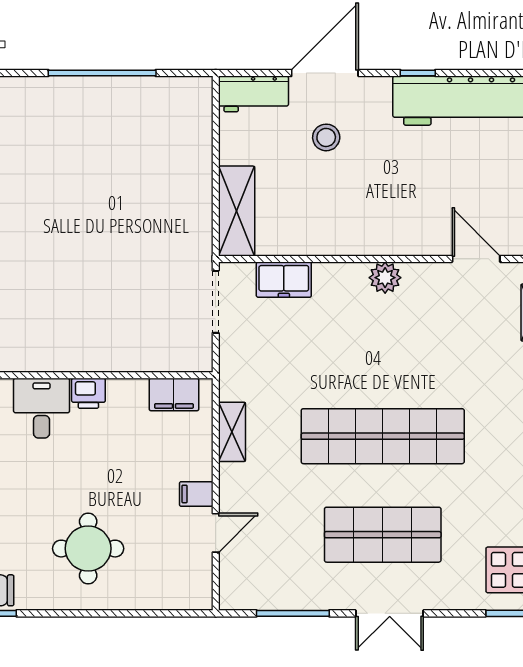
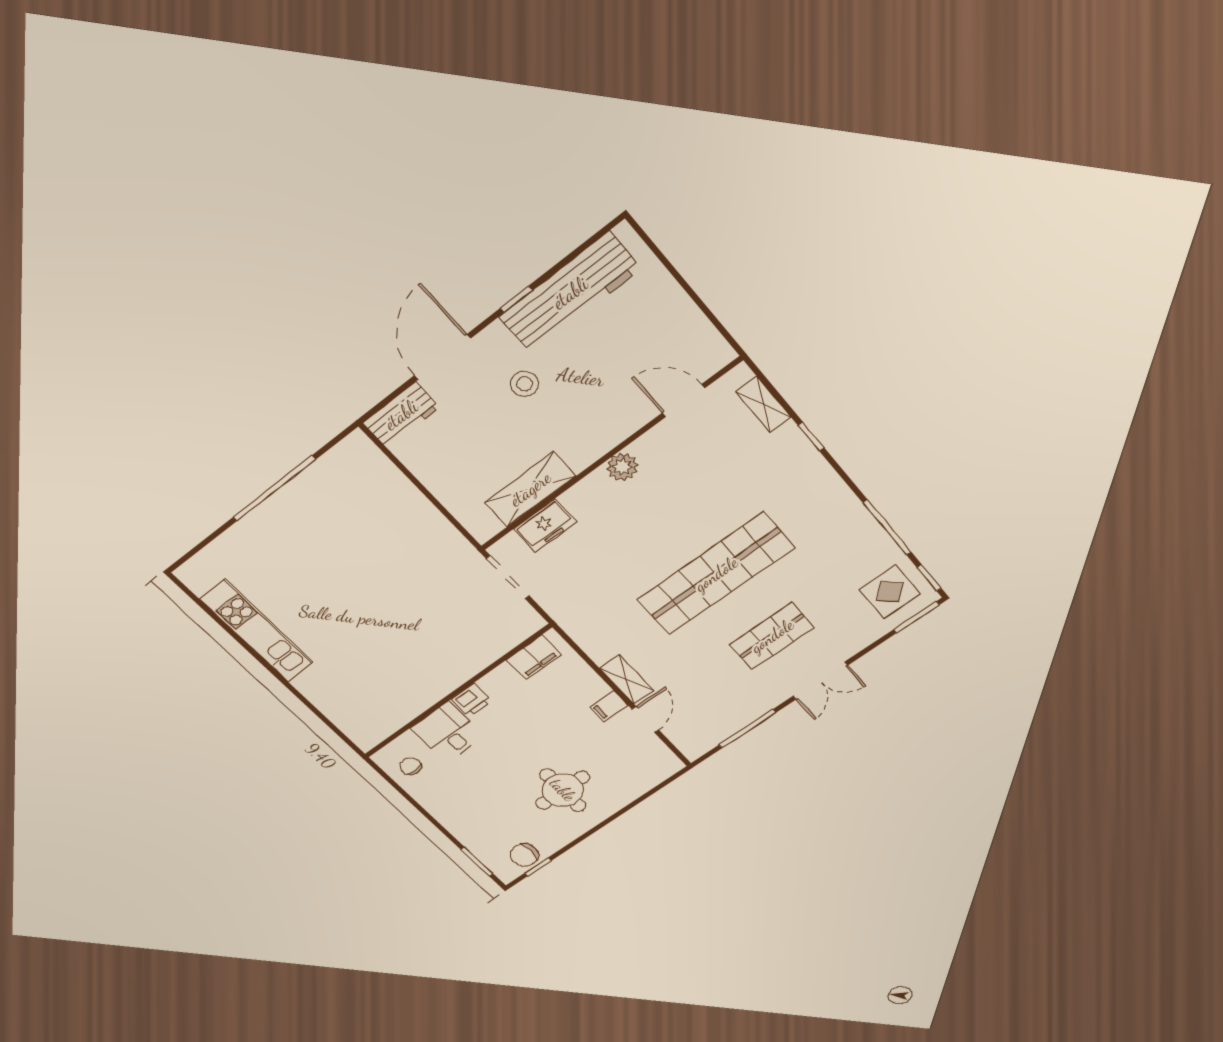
stool: (326, 137) -> (524, 384), moved
shelving: (237, 211) -> (530, 489), moved, turned 90
shelving: (232, 432) -> (627, 679), moved
shop shelf: (383, 535) -> (772, 636), width x0.70, depth x0.74

